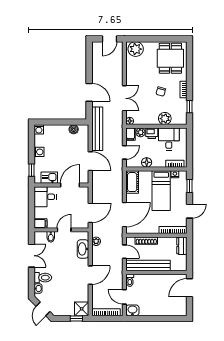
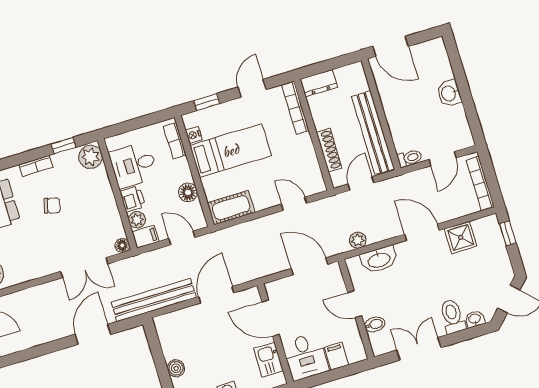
double door: (124, 98) -> (84, 268), swing flipped
plant: (165, 119) -> (91, 157), moved
boiler: (74, 129) -> (176, 368), moved
door: (189, 211) -> (252, 88), hinge flipped
door: (124, 215) -> (294, 204), width x0.53
filing cabinet: (41, 223) -> (336, 356), moved
shower: (82, 309) -> (461, 237), moved
washbasin: (132, 310) -> (449, 93), moved

